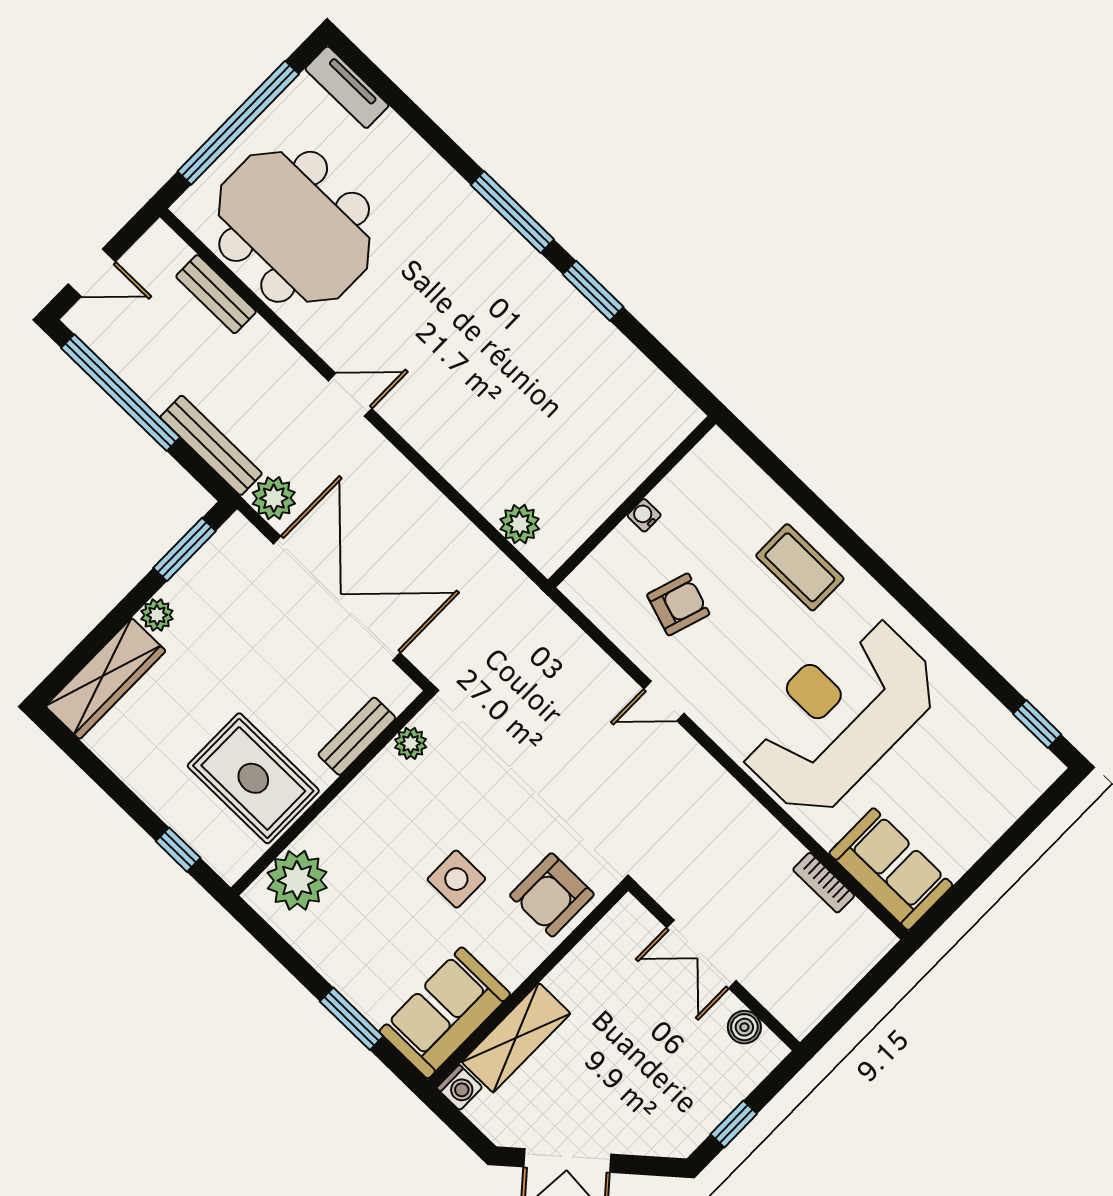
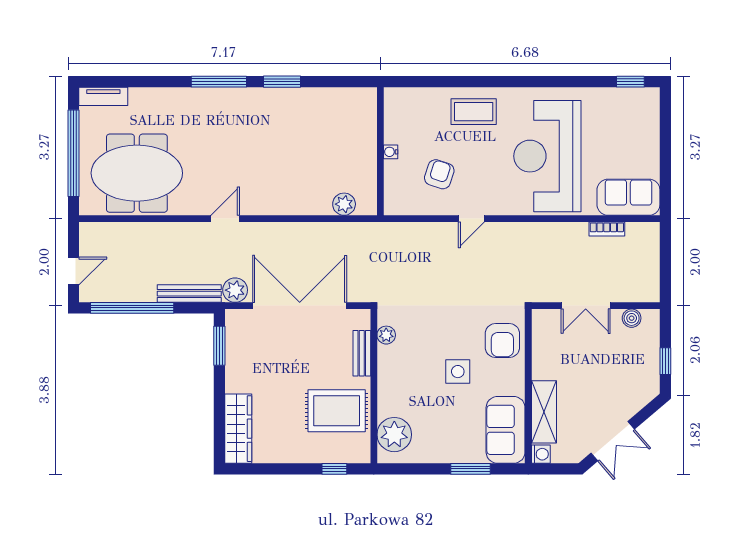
bench: (216, 294) -> (132, 231), removed
plant: (157, 615) -> (234, 383), removed

